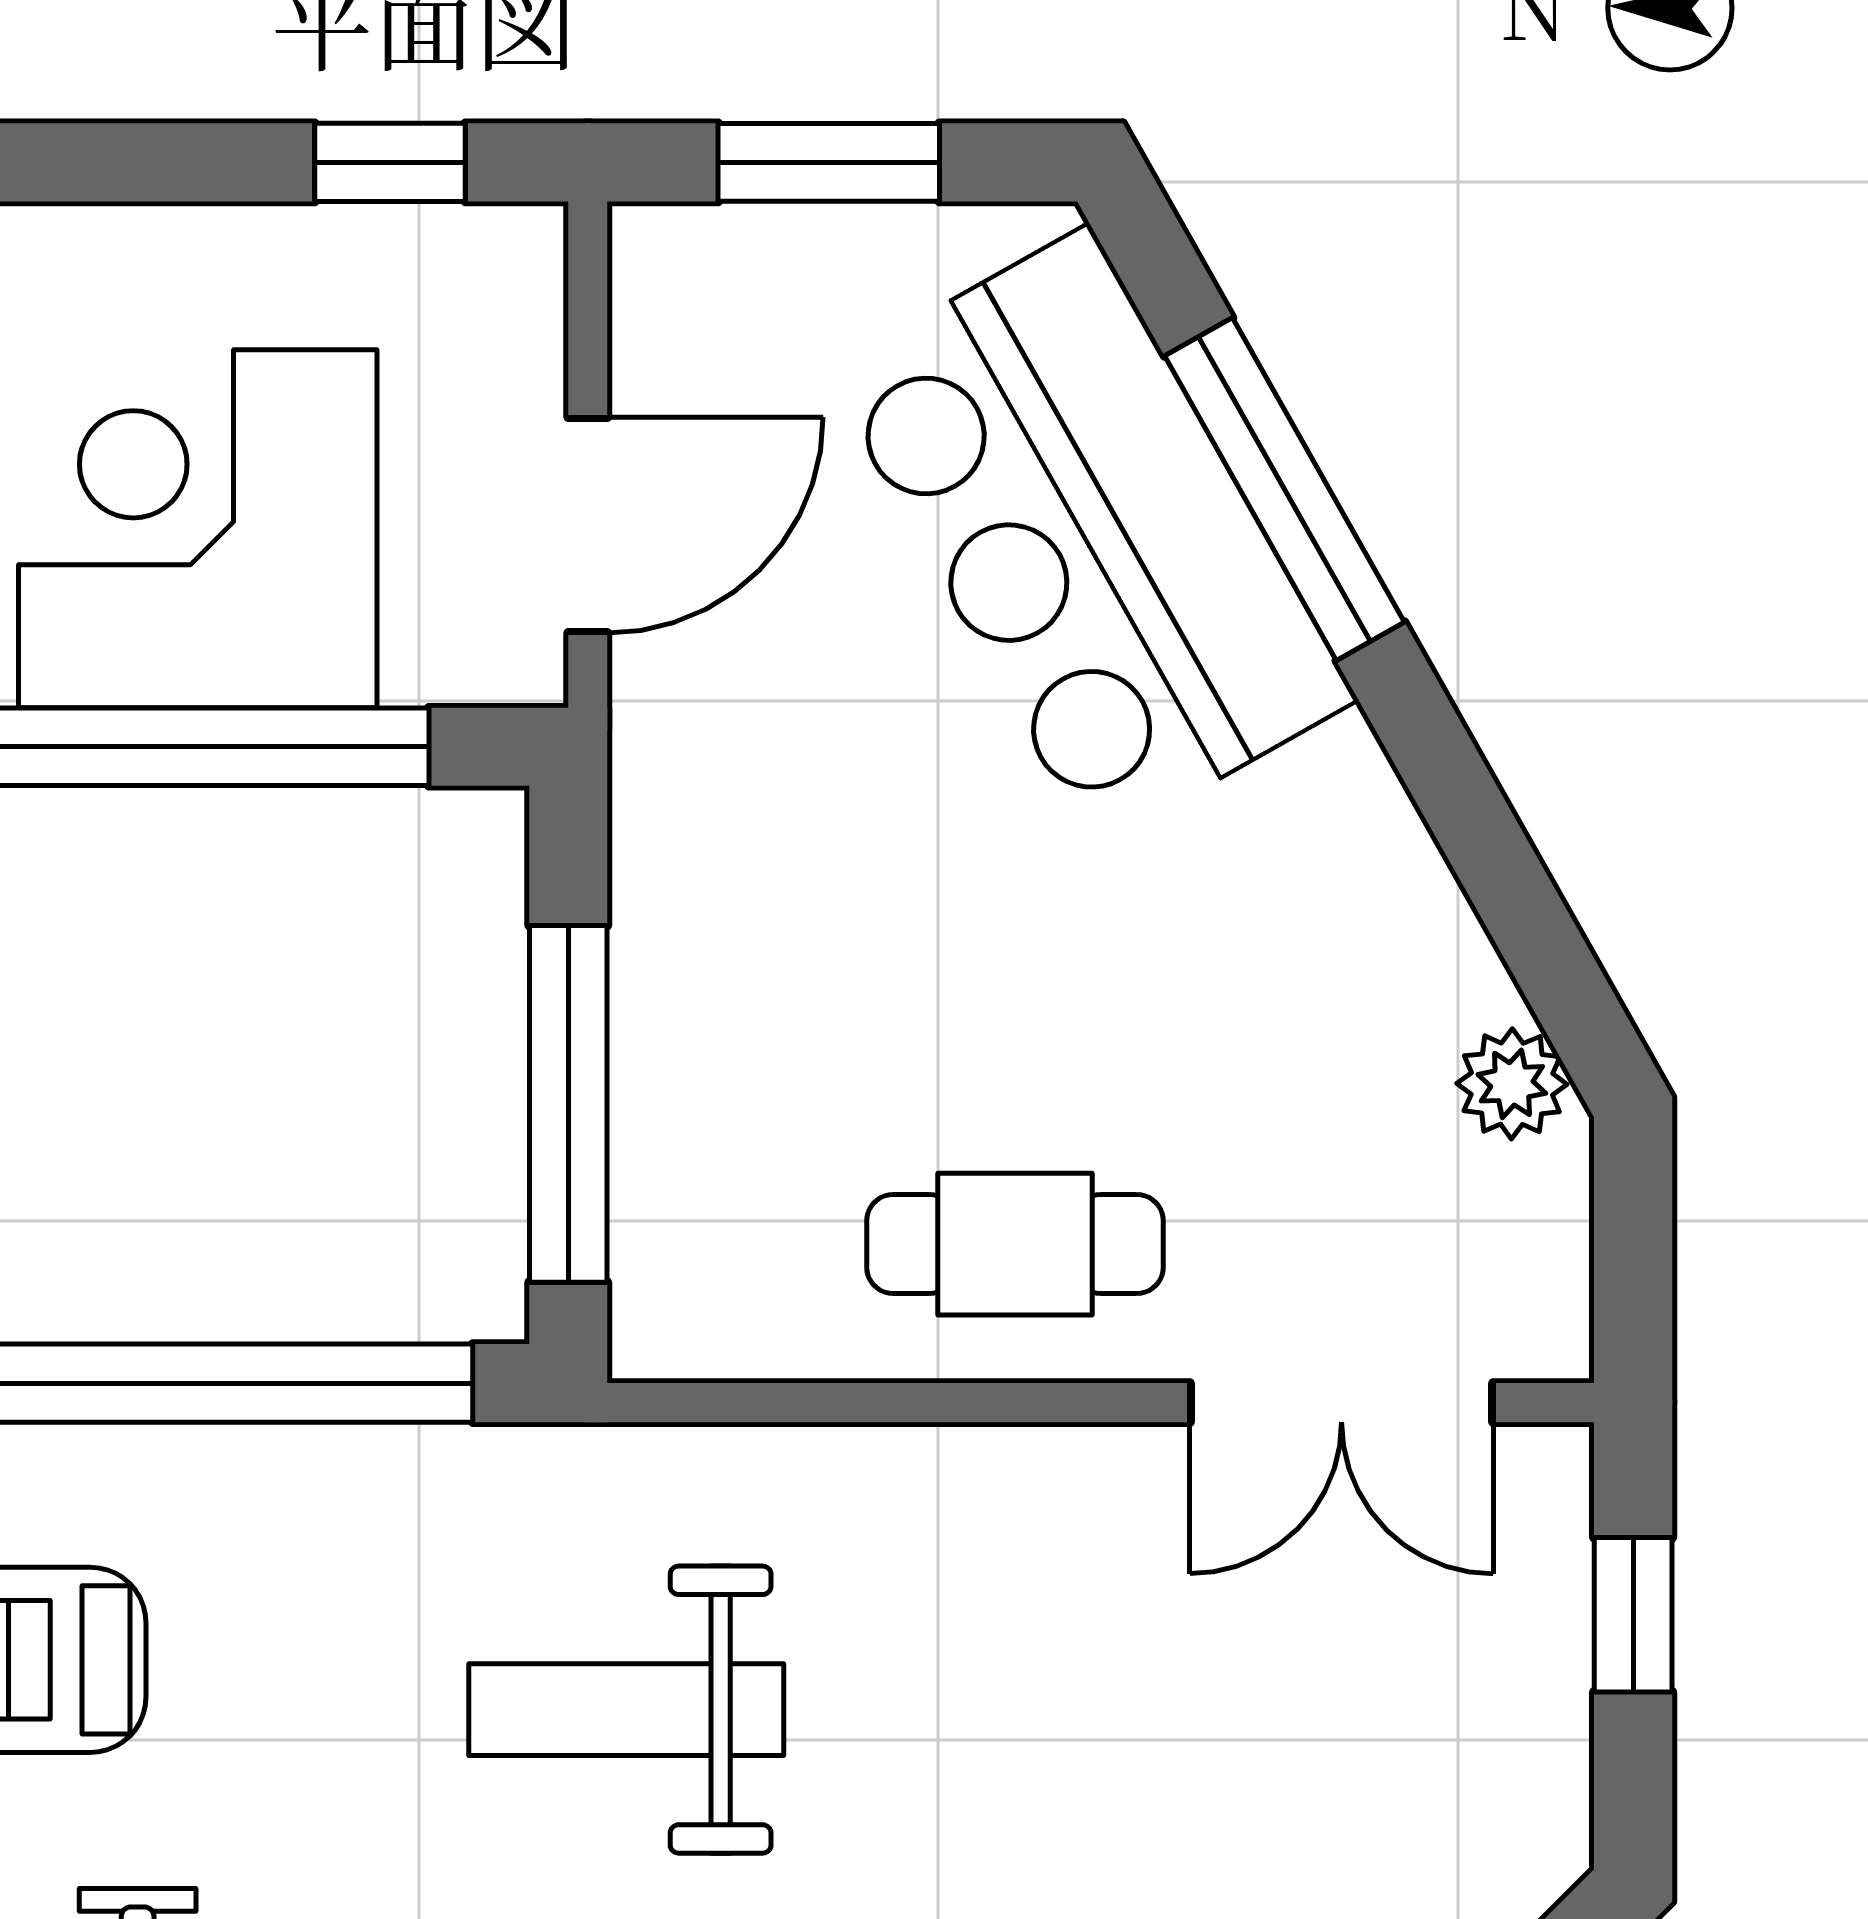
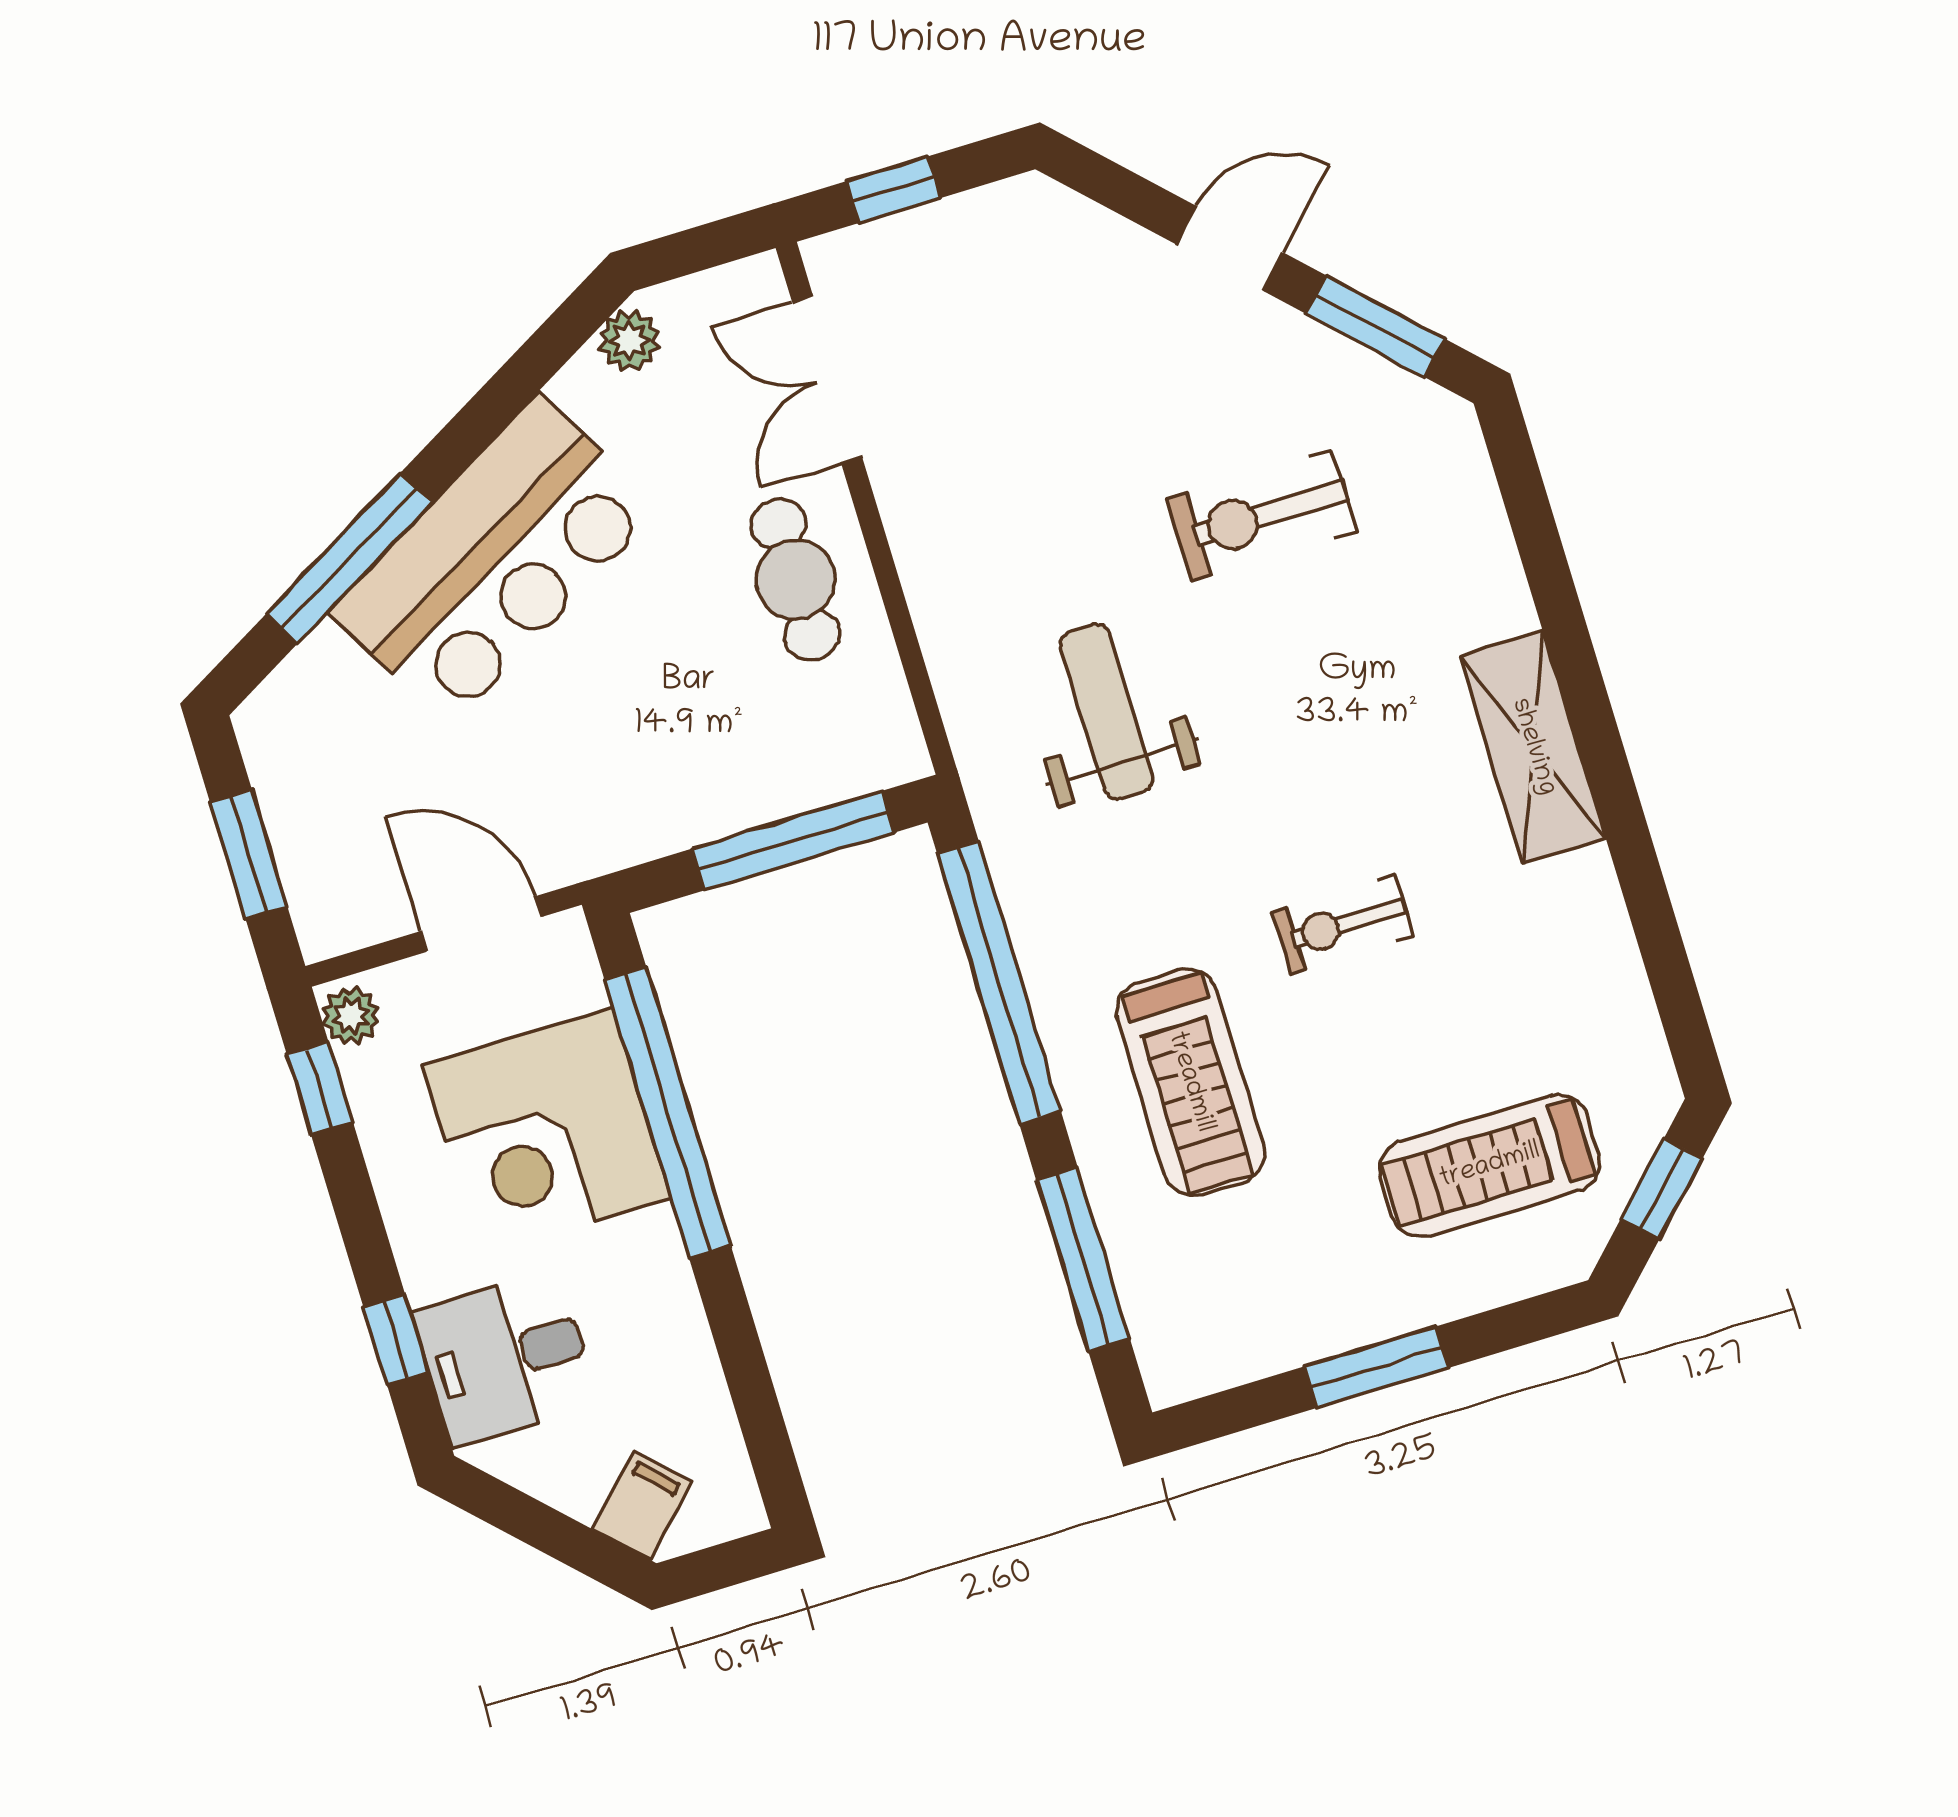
plant: (499, 253) -> (351, 1016), added
bar counter: (1091, 536) -> (495, 560), moved
double door: (1341, 1403) -> (827, 380), swing flipped
weight bench: (626, 1710) -> (1107, 712), turned 180

